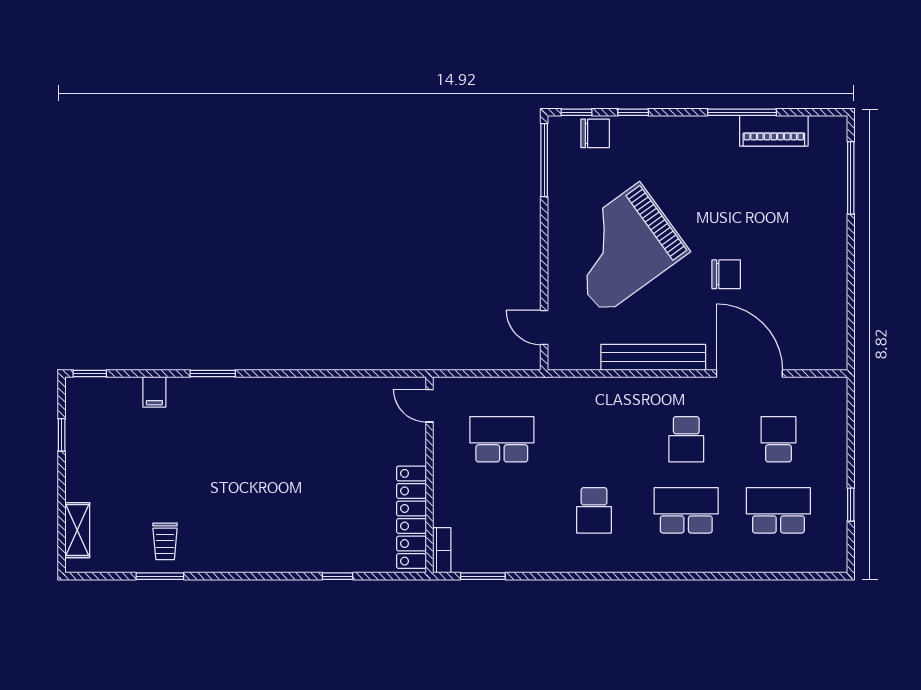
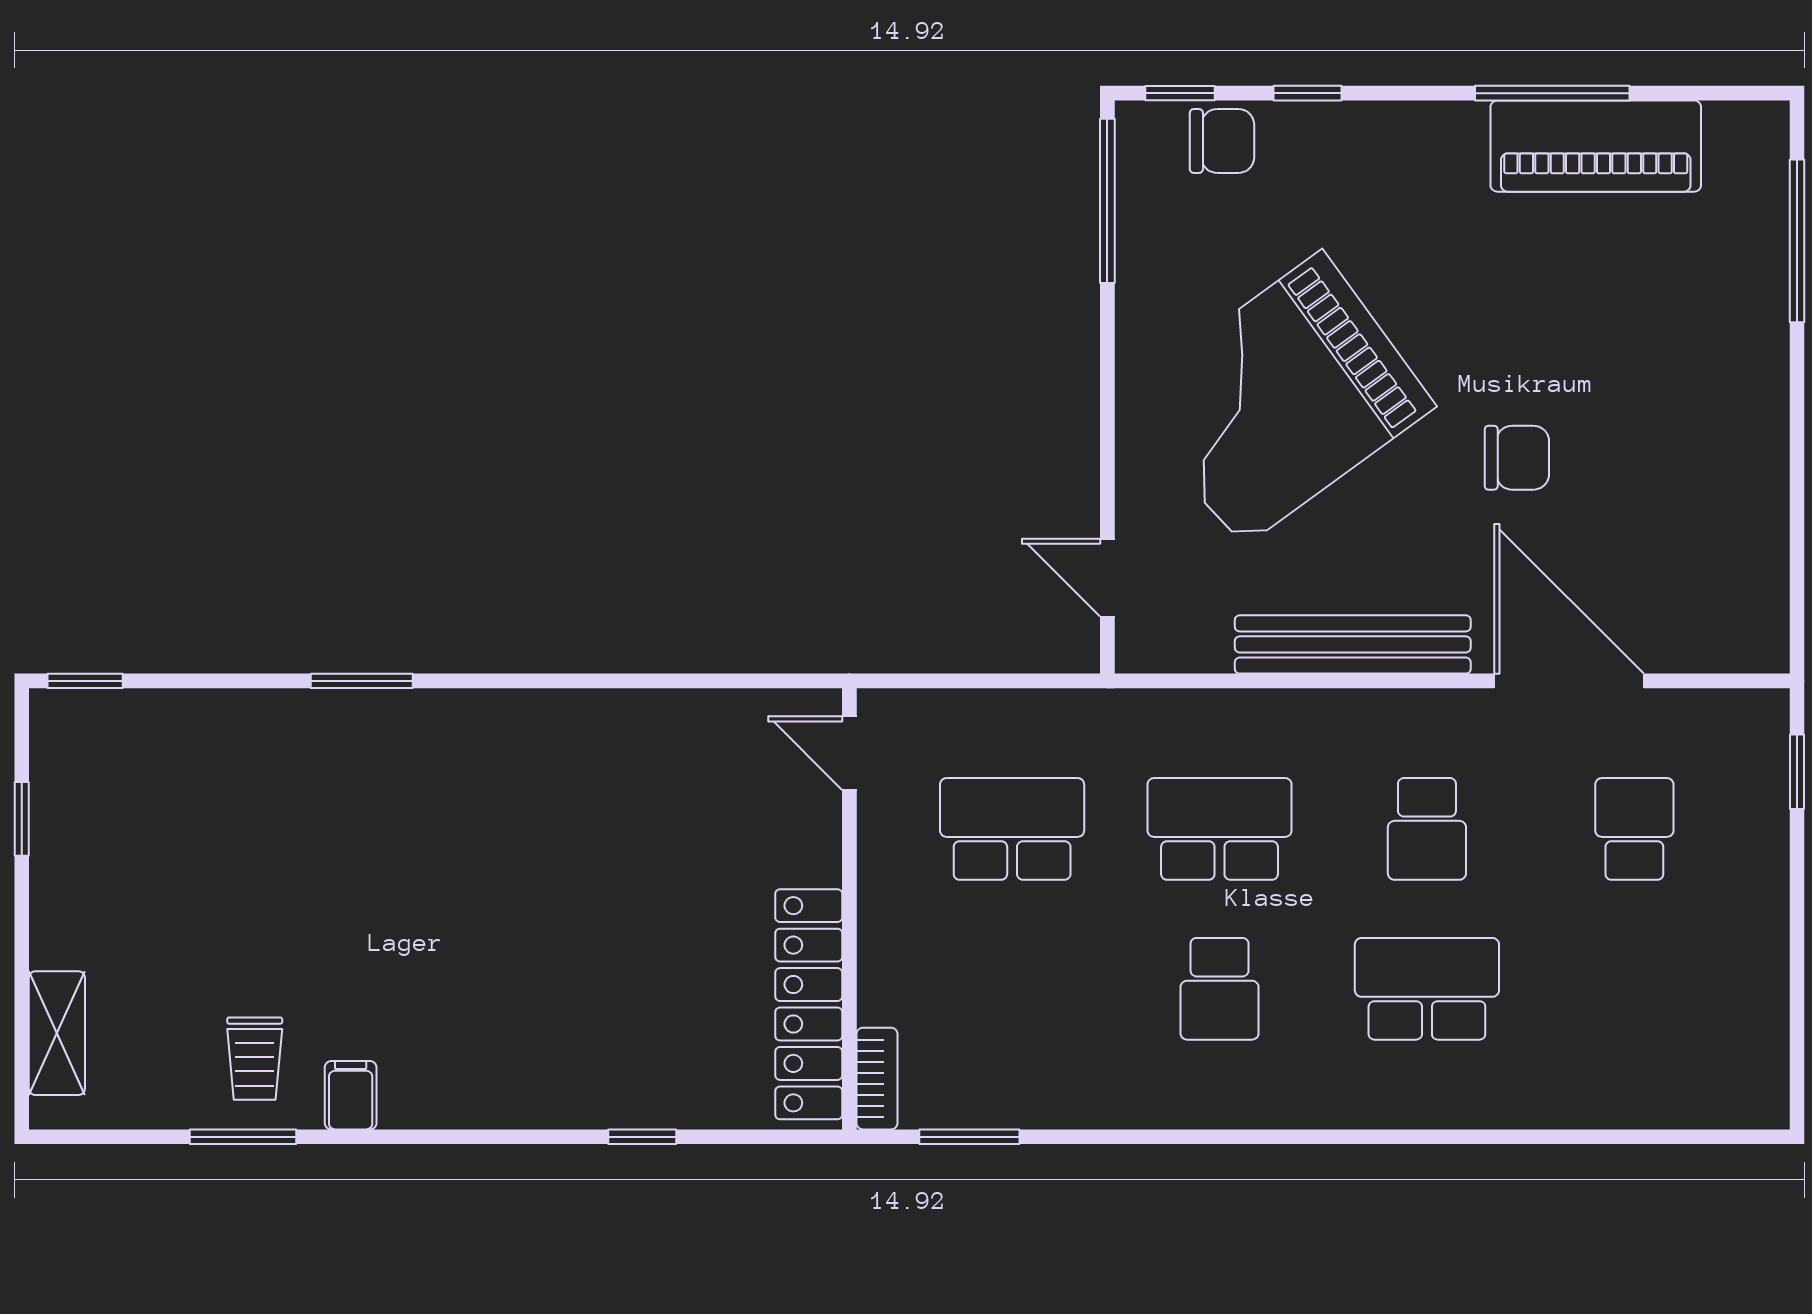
piano: (774, 131) -> (1596, 146), width x1.37, depth x1.33
filing cabinet: (154, 392) -> (351, 1095), moved, turned 180
window: (851, 505) -> (1797, 772), moved
school desk: (778, 510) -> (1220, 829), moved

